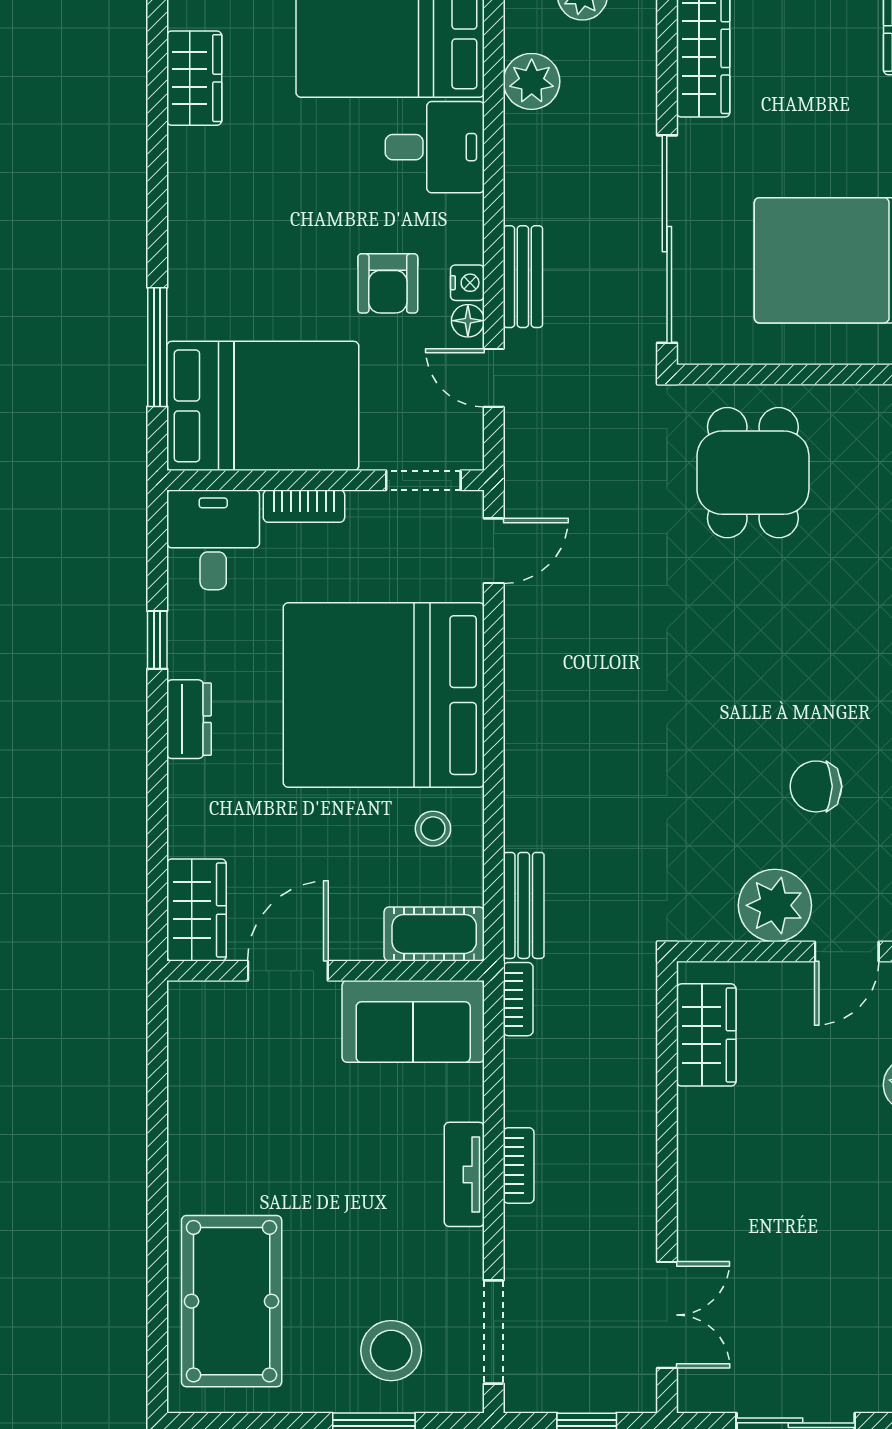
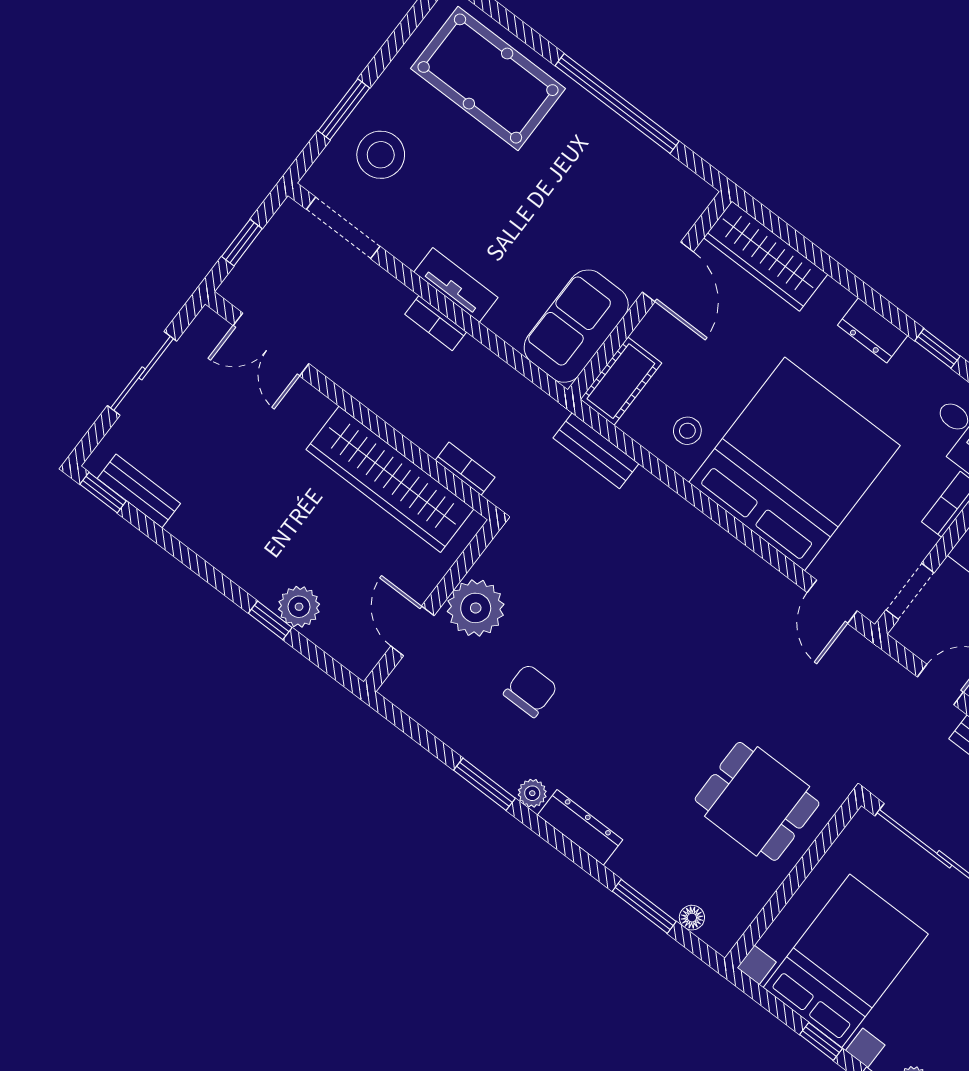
wardrobe: (197, 910) -> (766, 256), width x1.50
bookcase: (518, 999) -> (465, 469), moved, turned 180
wardrobe: (706, 1035) -> (390, 479), width x2.10, depth x1.17
window: (157, 1152) -> (617, 104), added

